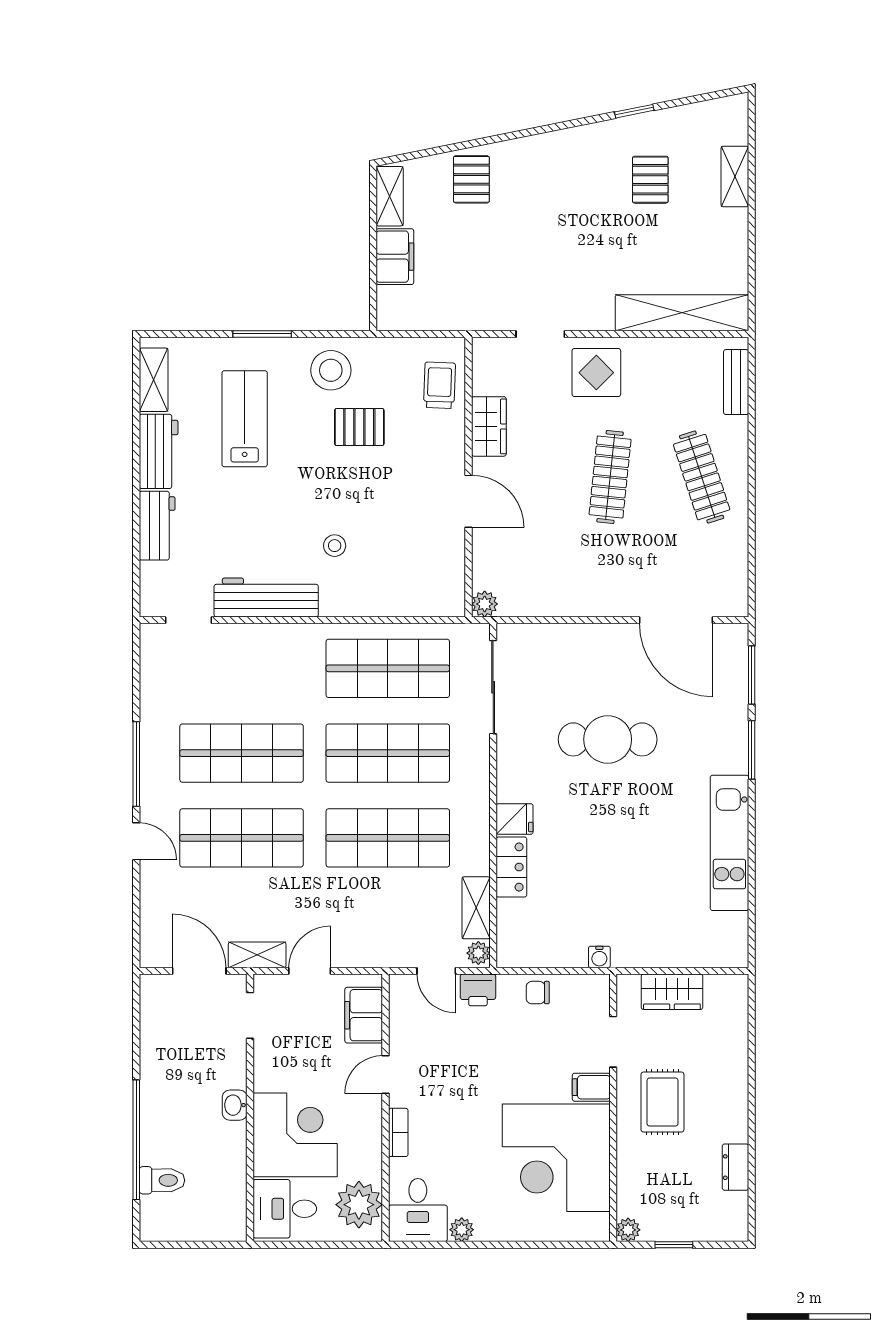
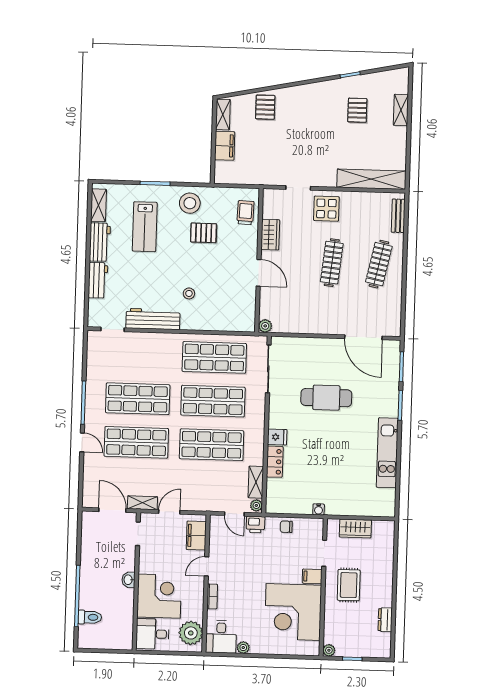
lab bench: (245, 419) -> (145, 227), turned 180
clothes rail: (702, 477) -> (379, 264), turned 30

